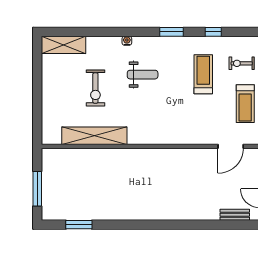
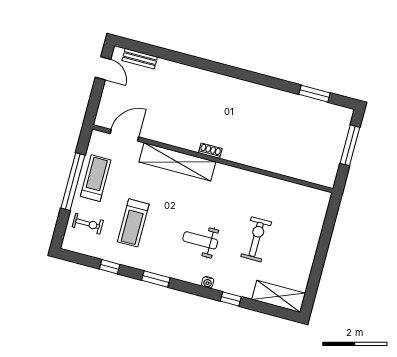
window: (104, 32) -> (231, 299), added
shelving: (94, 136) -> (177, 162), moved
shoe rack: (154, 153) -> (210, 151), added

